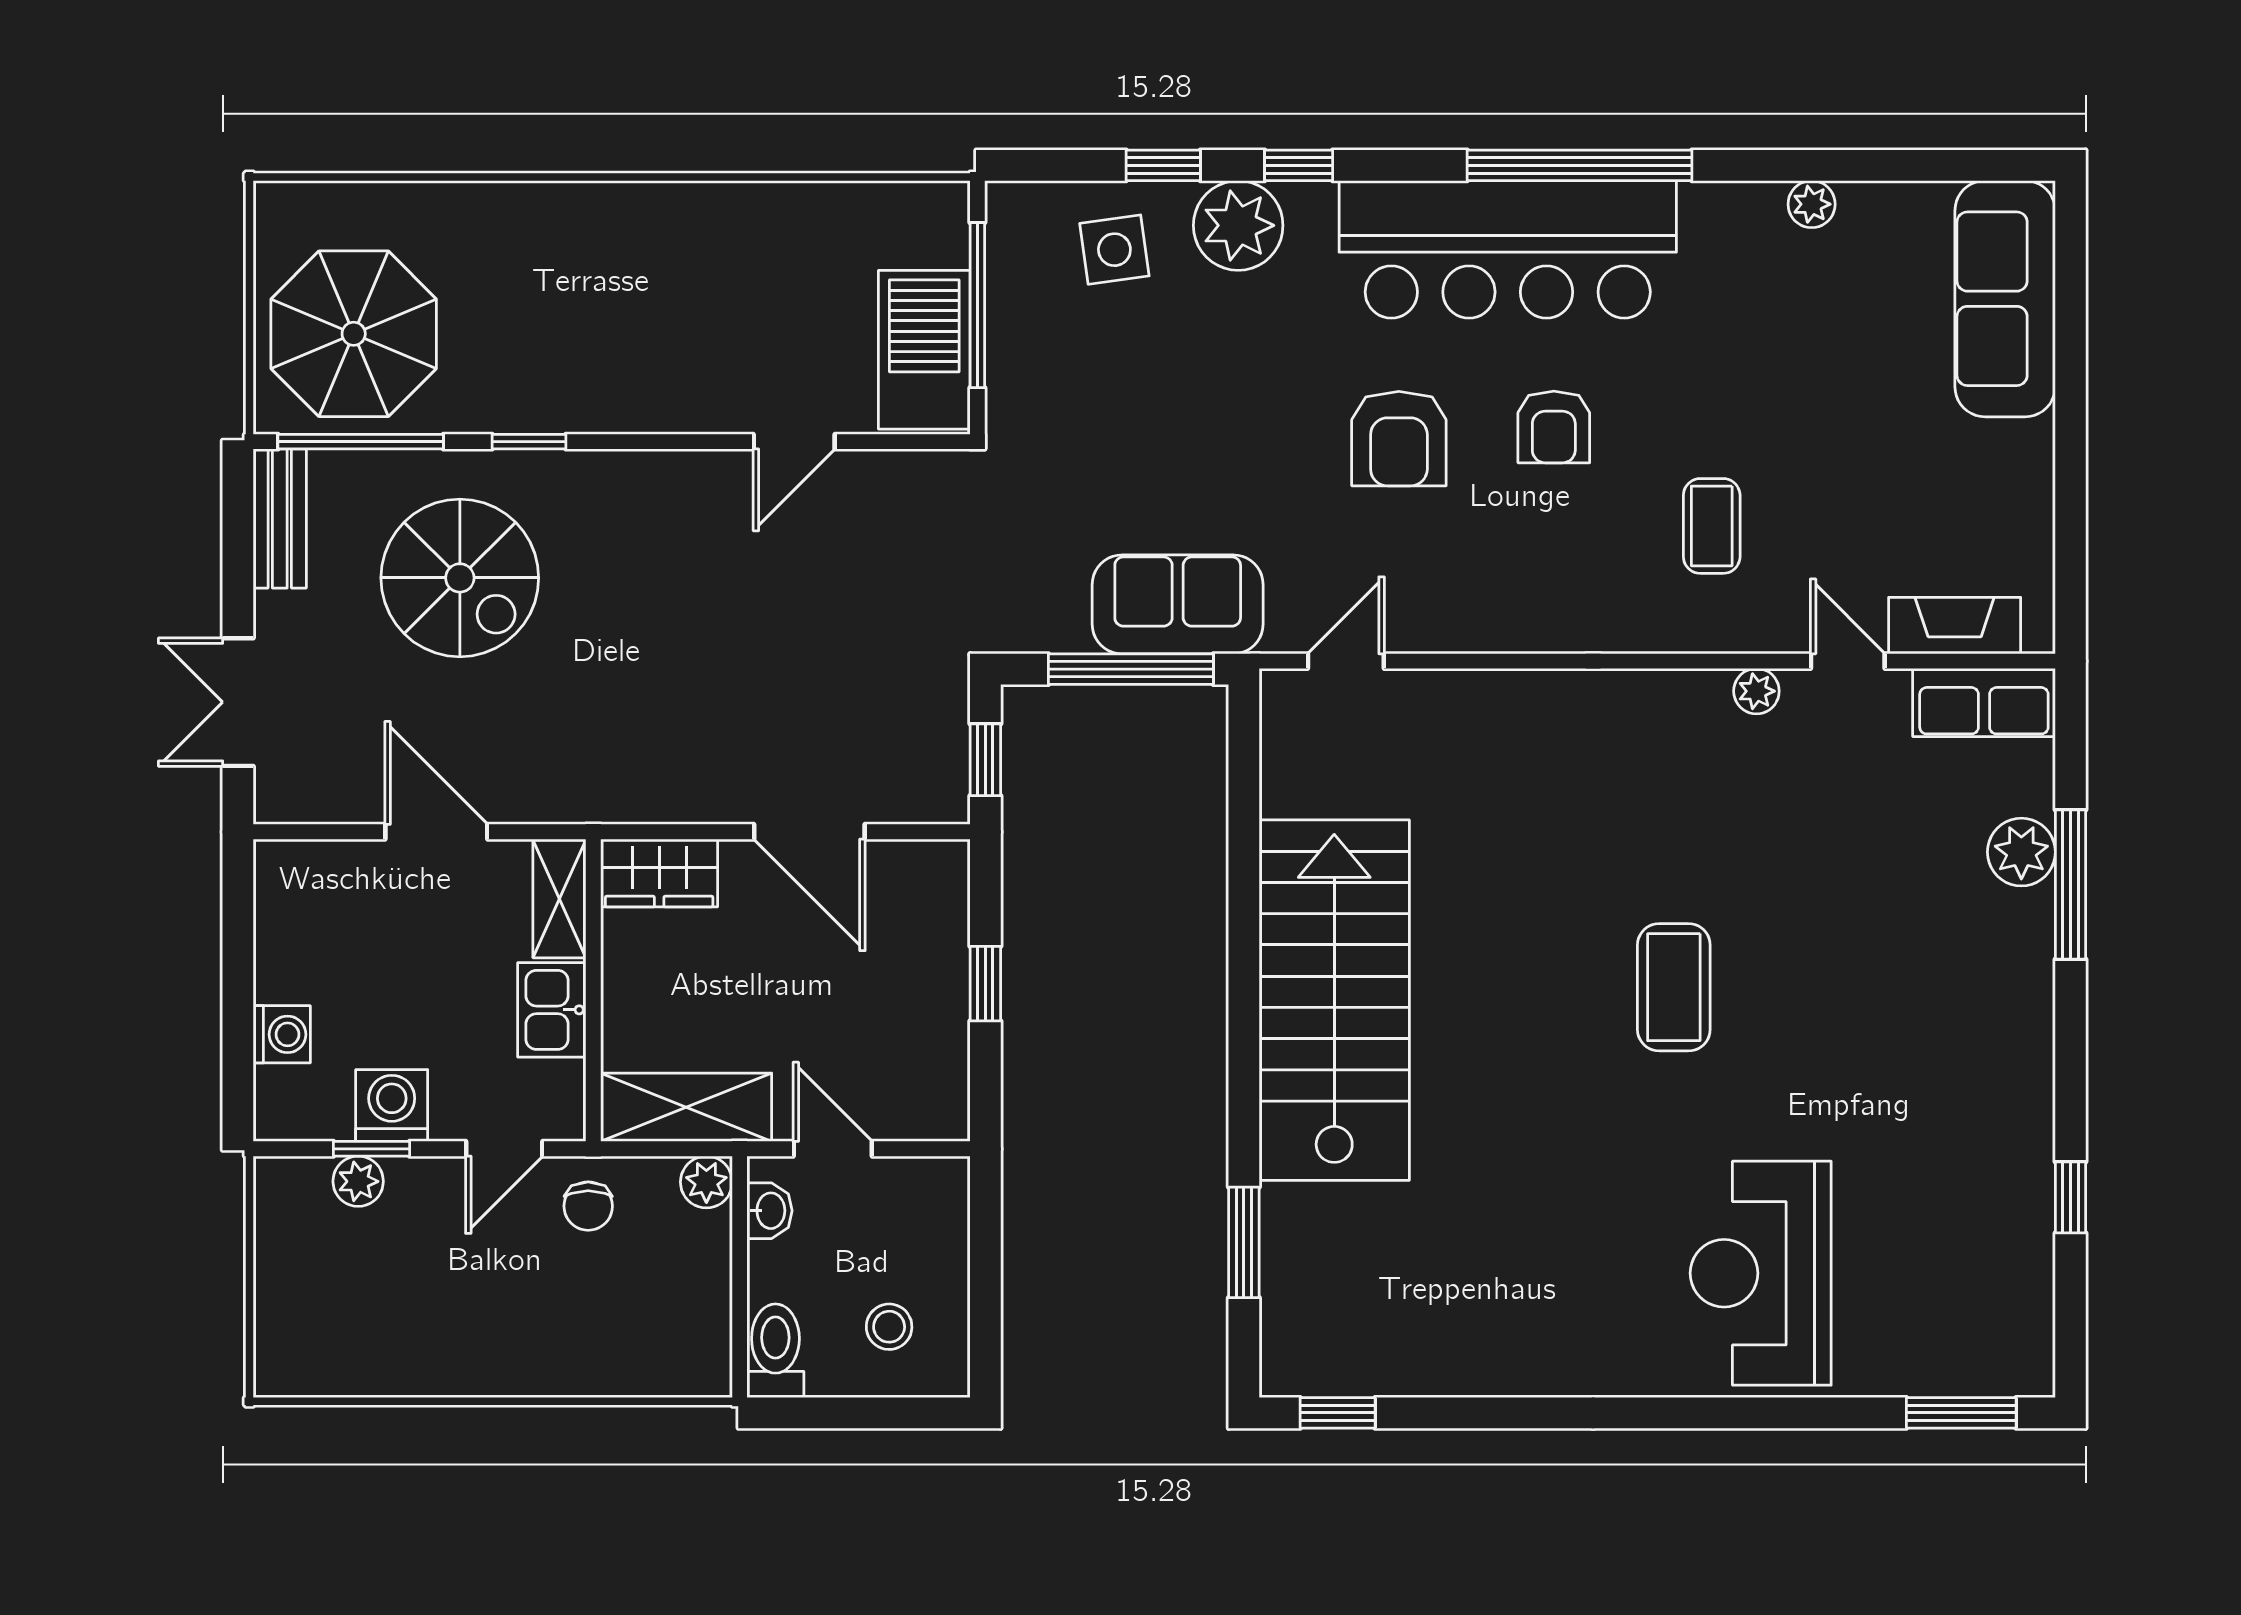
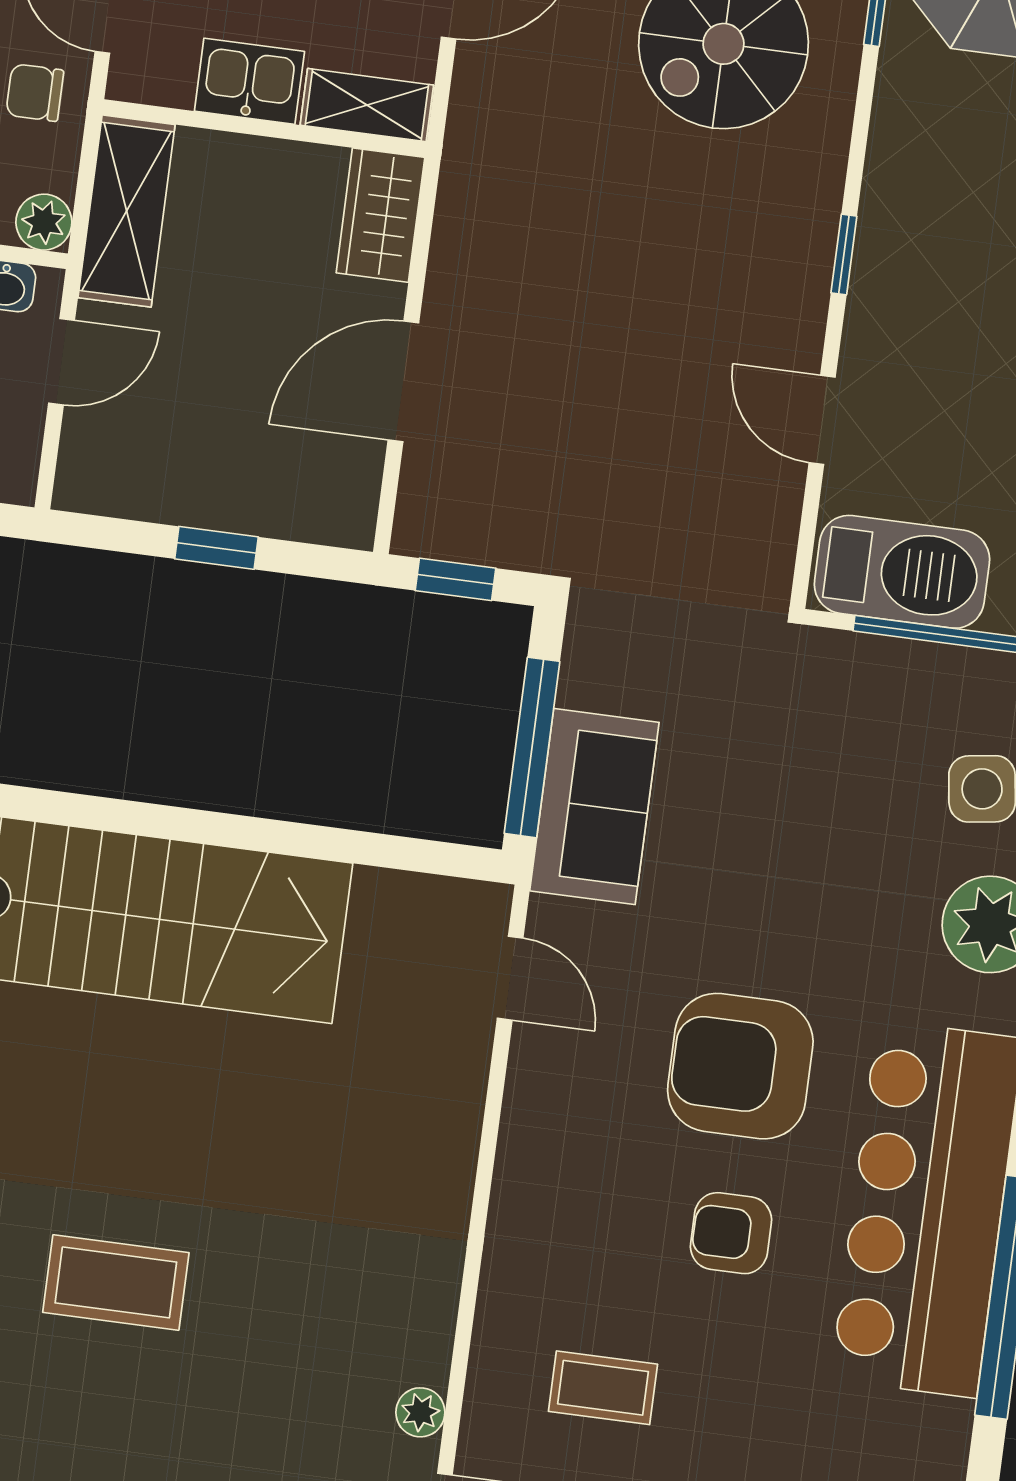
armchair: (1399, 439) -> (740, 1066), width x1.36, depth x1.36
window: (529, 442) -> (844, 255), moved

